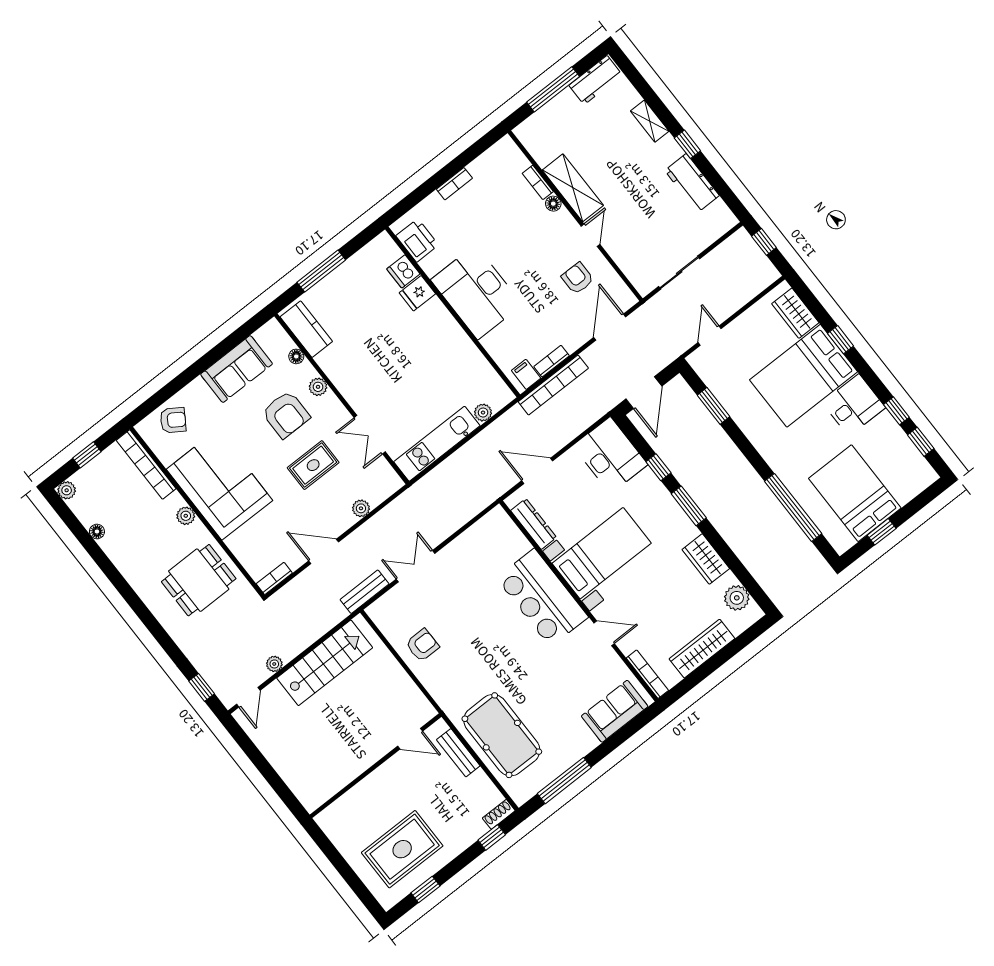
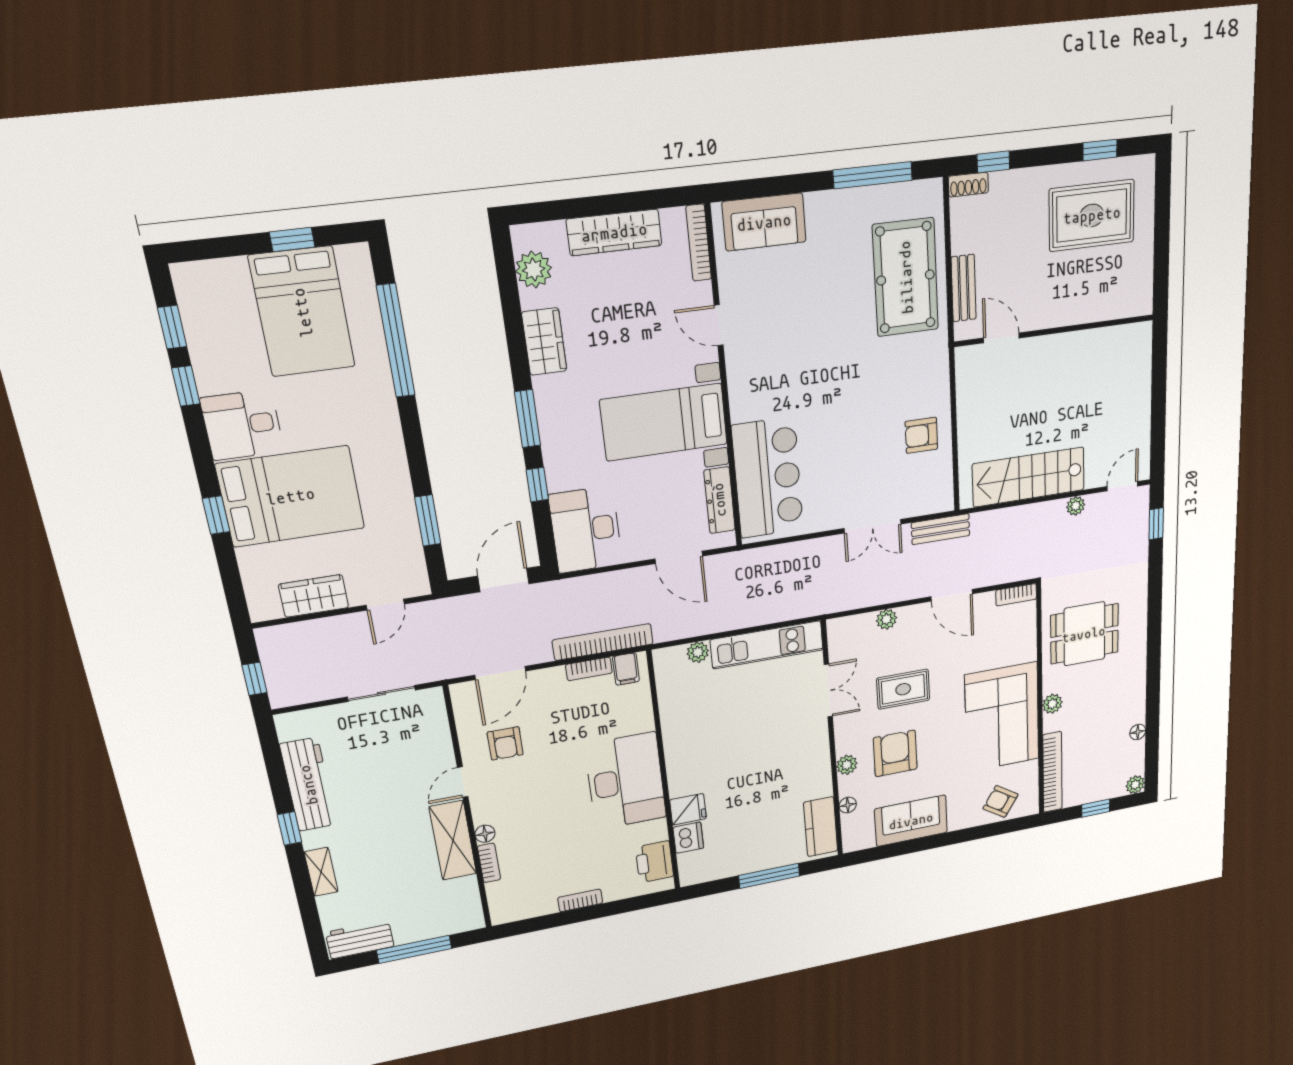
workbench: (692, 183) -> (308, 785), width x1.38
wardrobe: (795, 313) -> (314, 596), moved, turned -90
bar counter: (542, 598) -> (768, 478), moved

